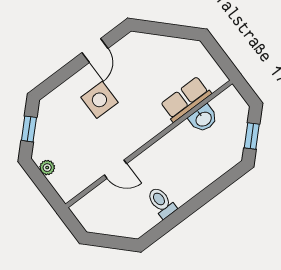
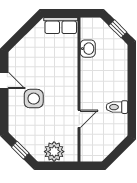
row of seats: (186, 99) -> (61, 26), moved, turned -90
plant: (47, 168) -> (54, 152), width x1.87, depth x1.87

